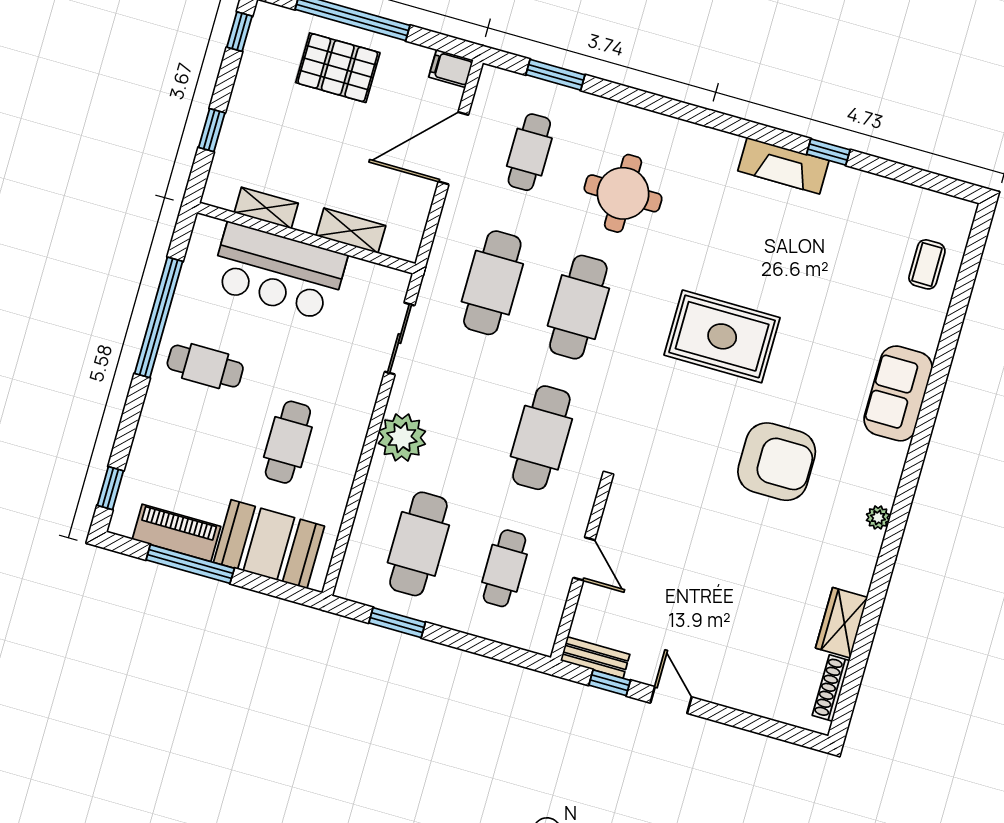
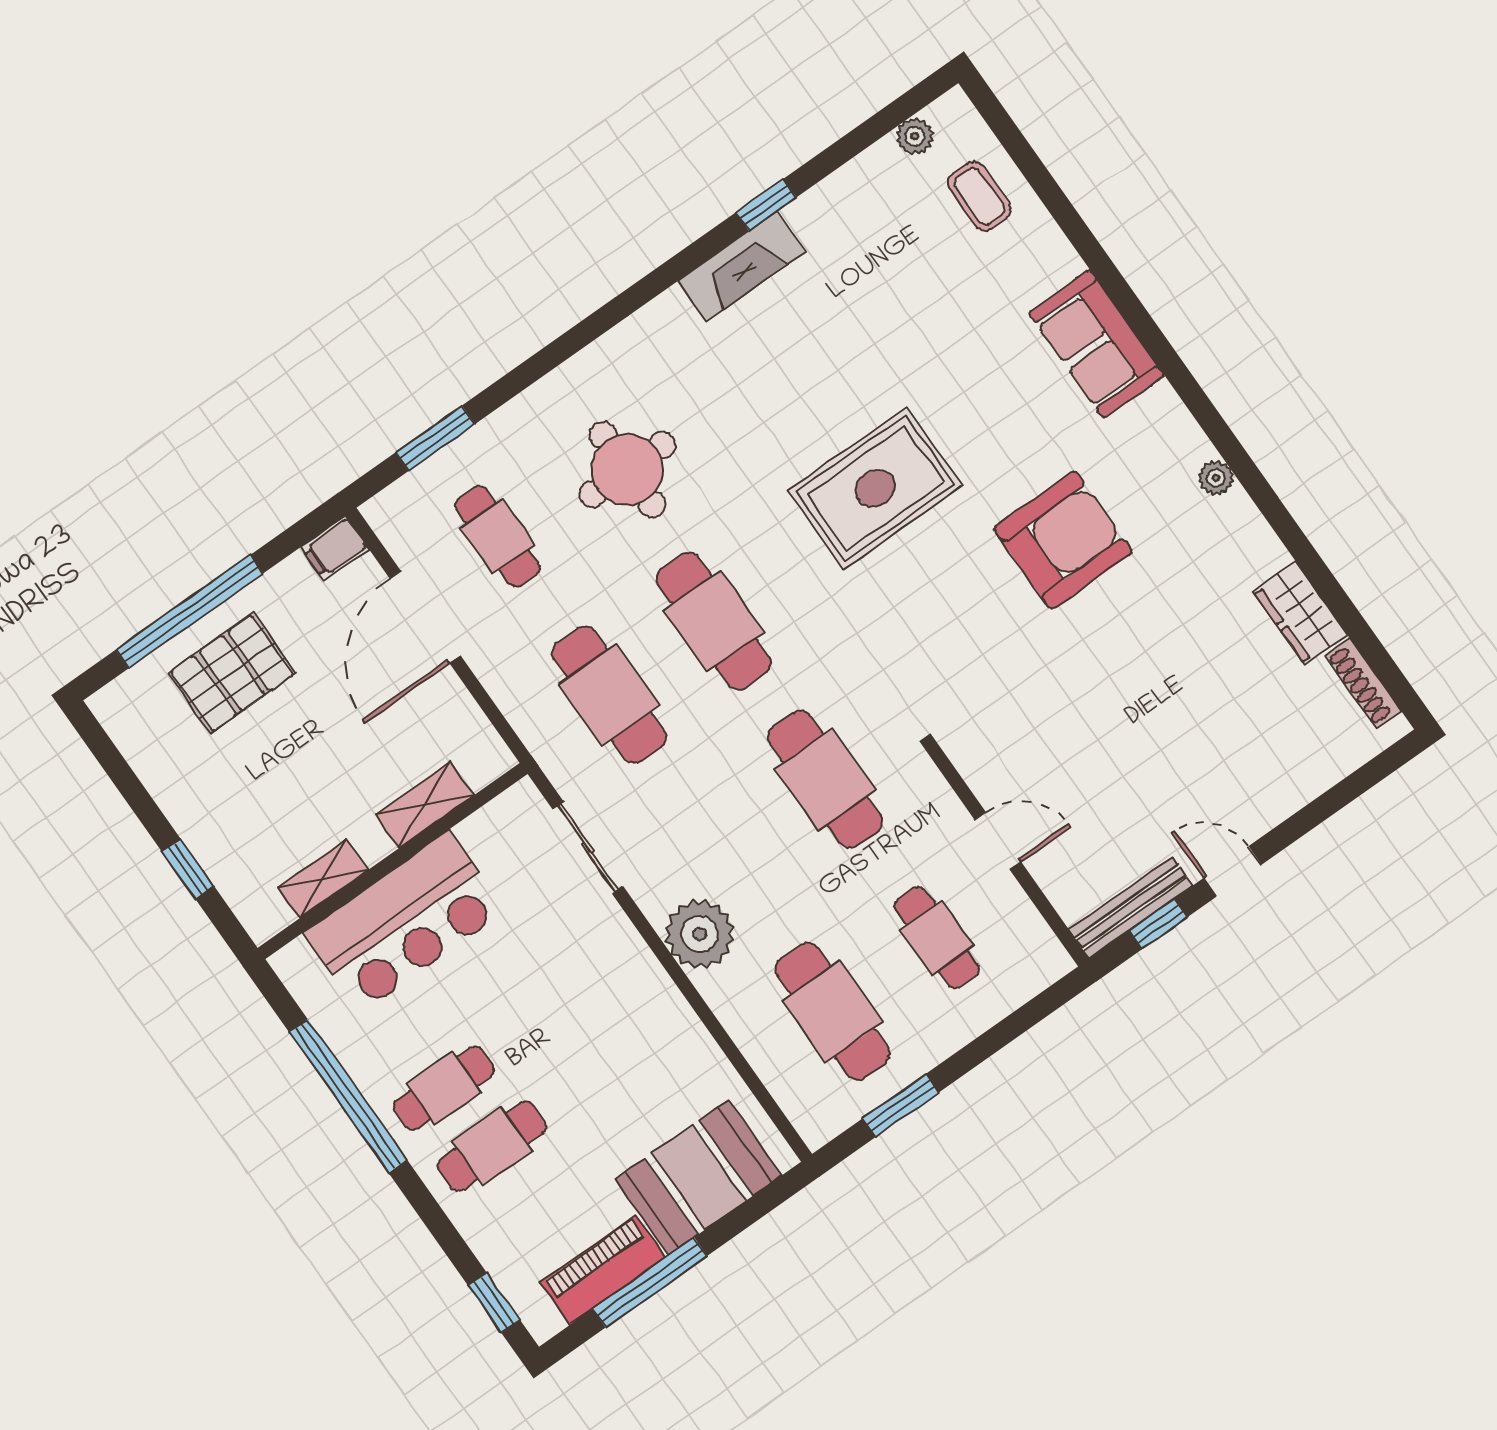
window: (240, 32) -> (104, 750), removed
plant: (931, 203) -> (915, 136), added
cafe table: (288, 442) -> (492, 1146), moved, turned 90
bench: (595, 657) -> (1131, 908), width x1.36

